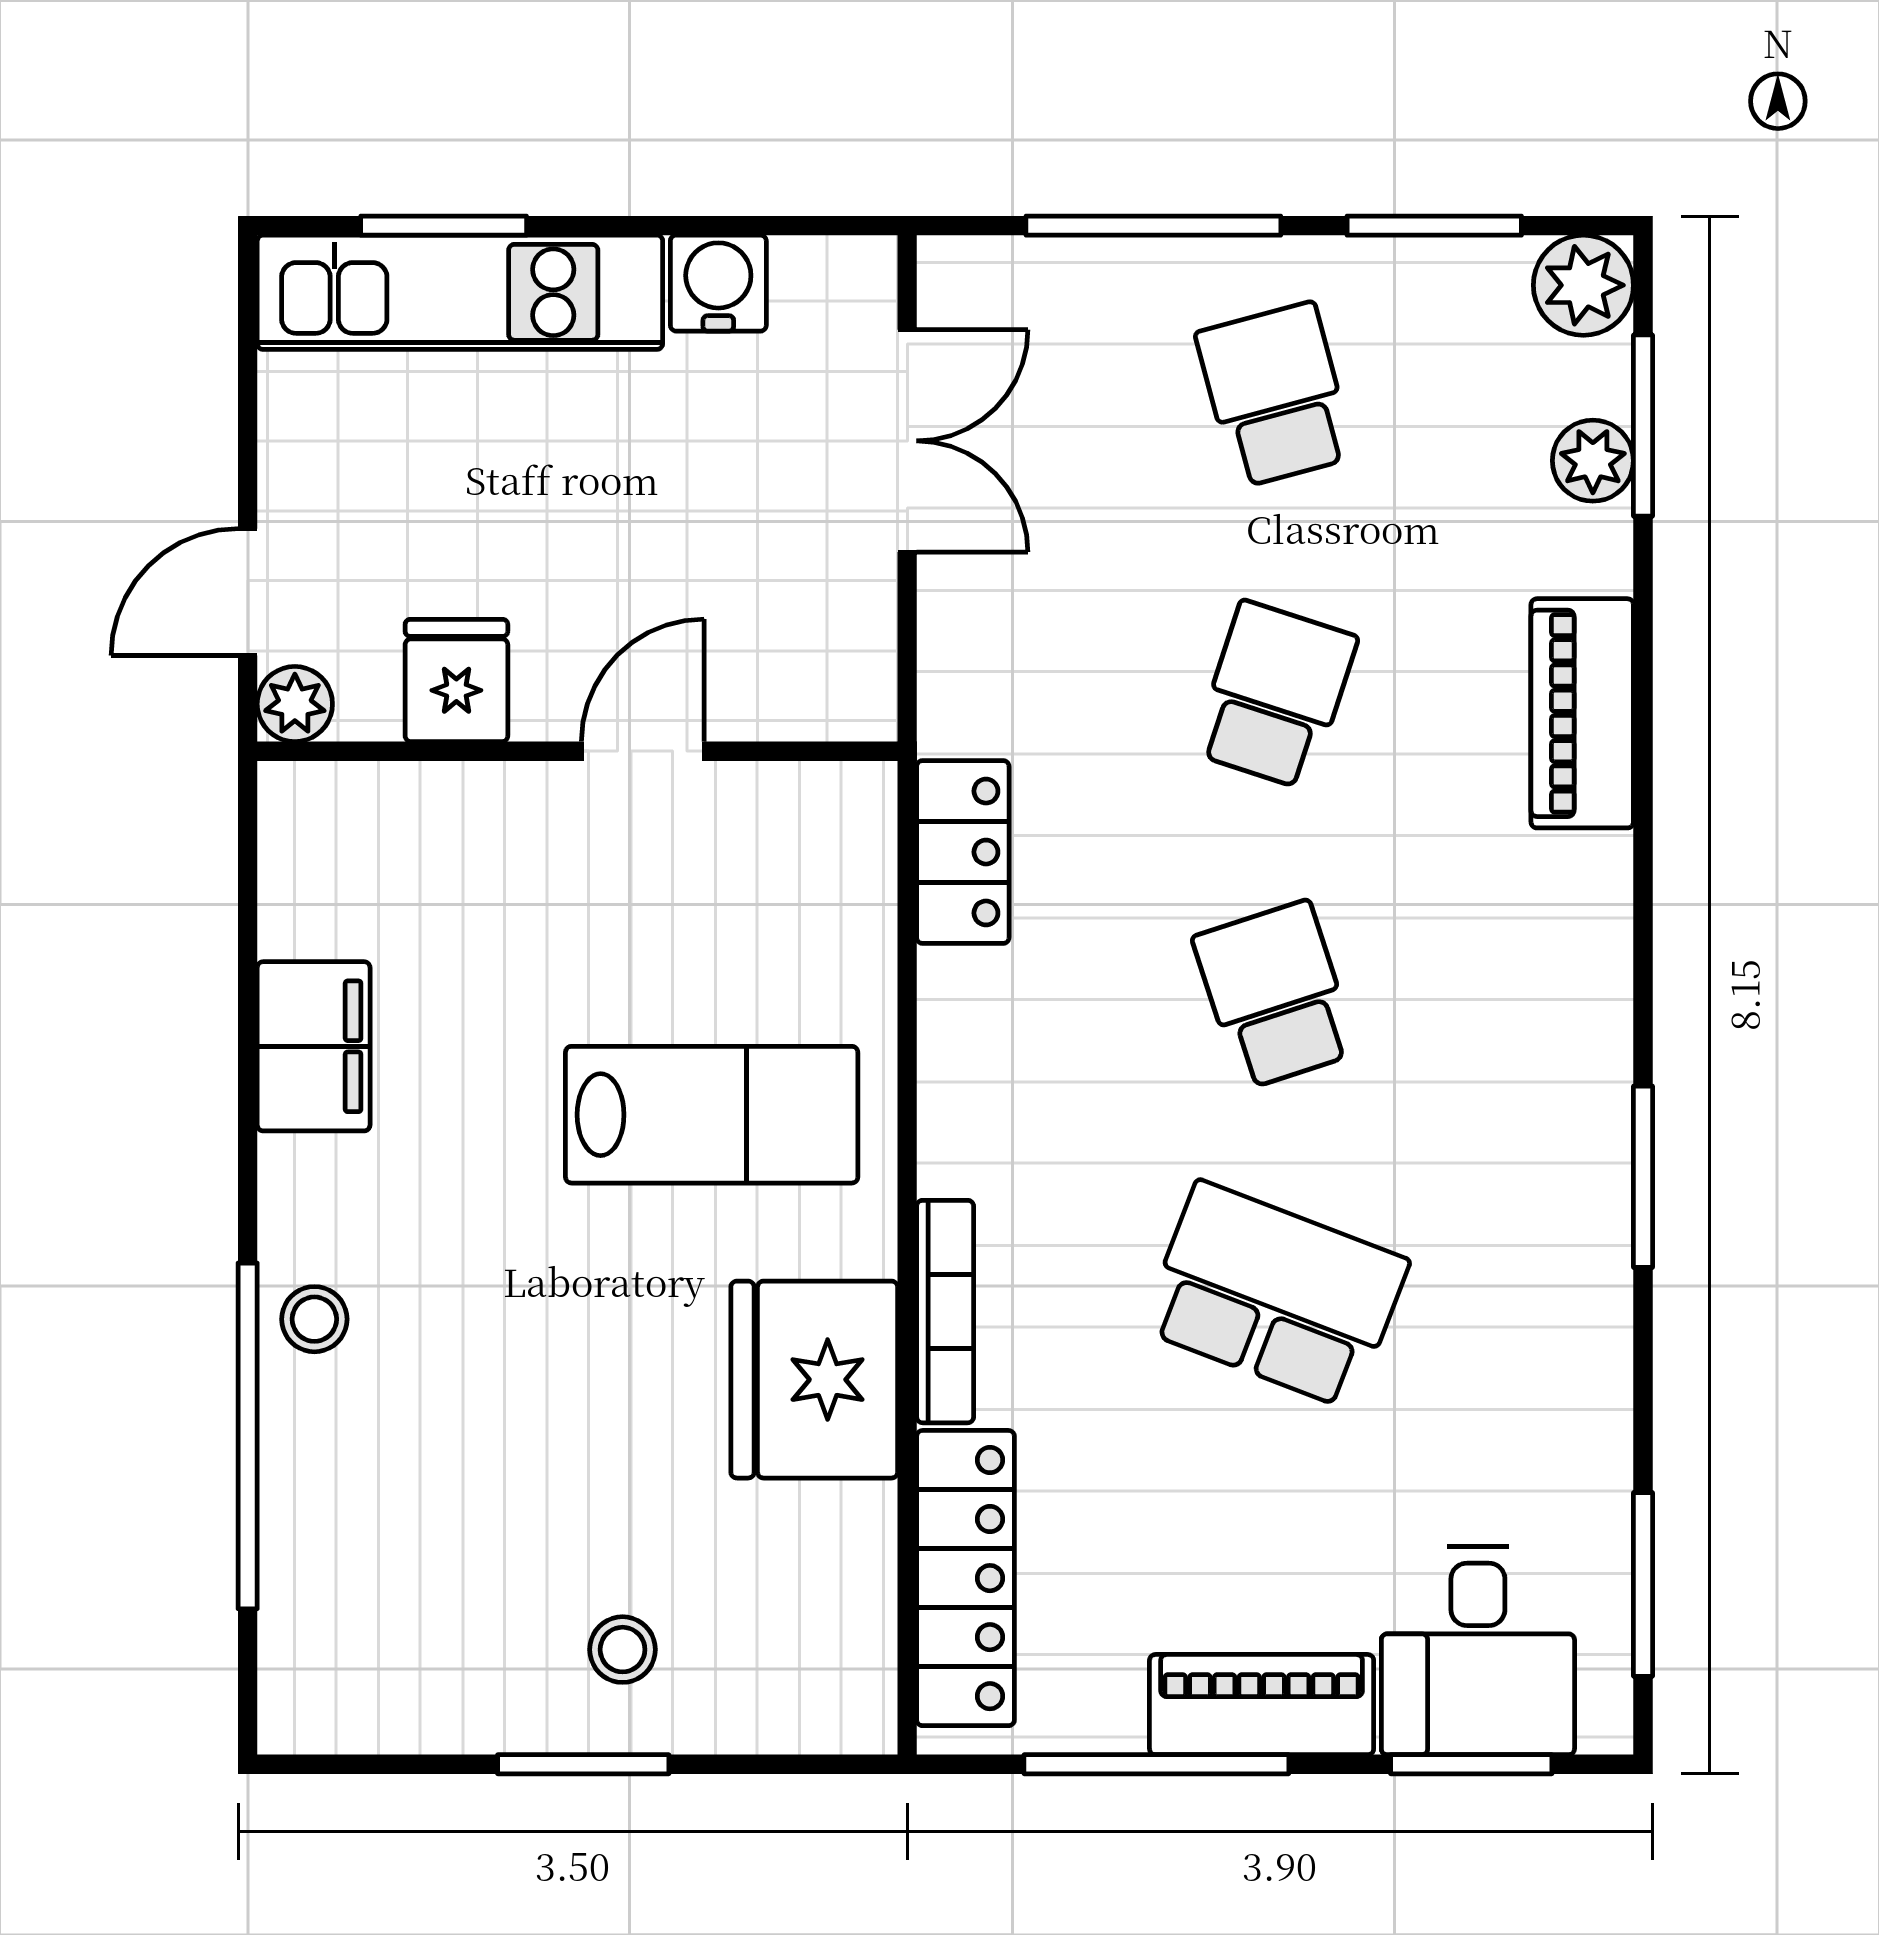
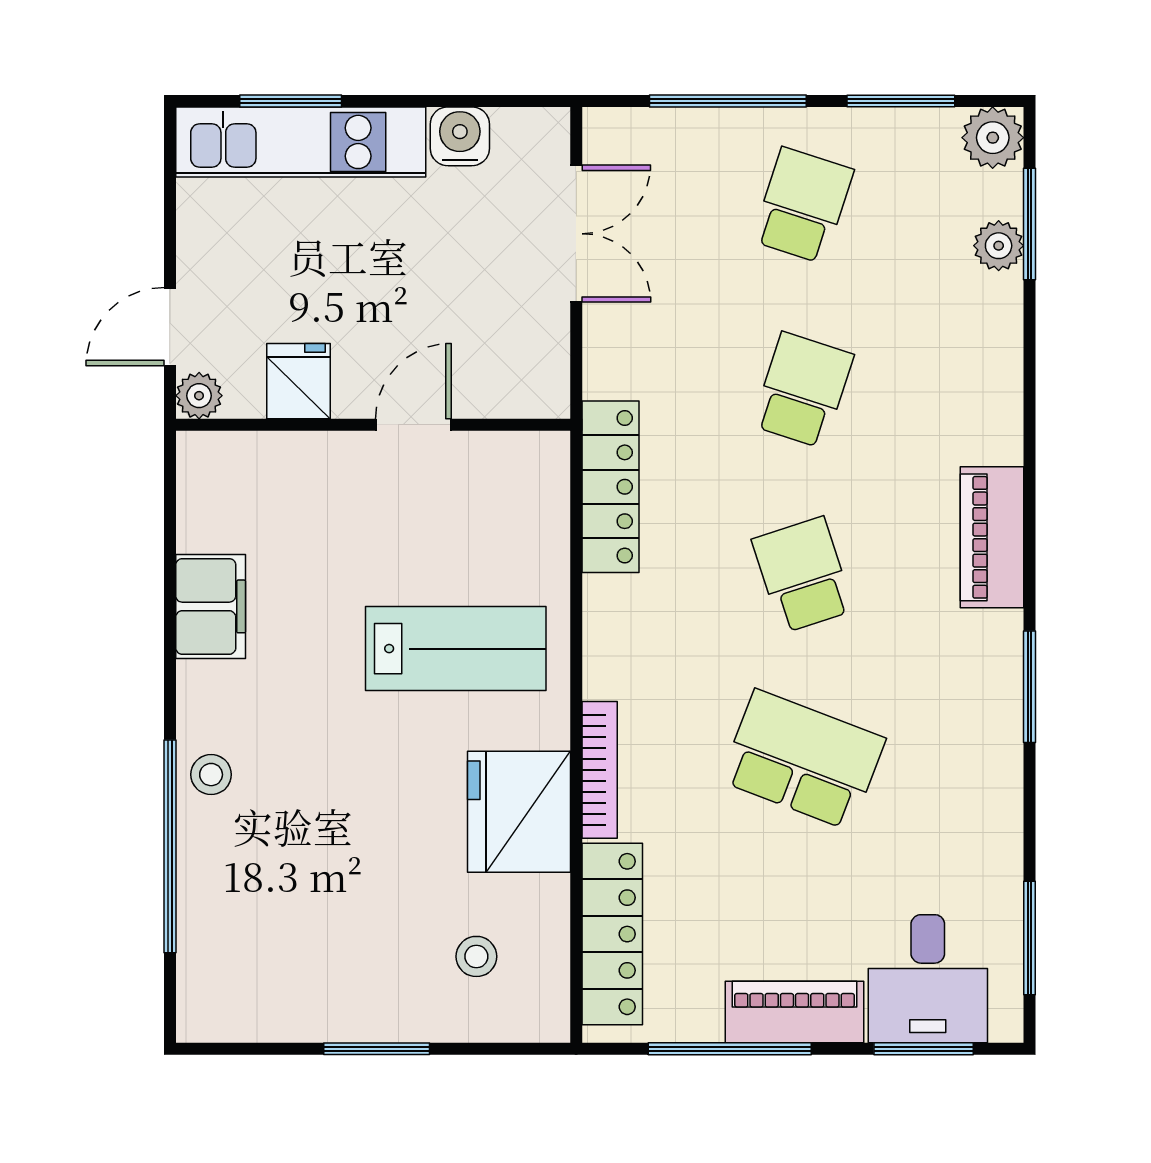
school desk: (1275, 395) -> (803, 205), turned 33
piano: (1582, 713) -> (992, 537), moved
locker: (963, 852) -> (611, 487), width x1.53
stool: (623, 1650) -> (476, 956), moved

